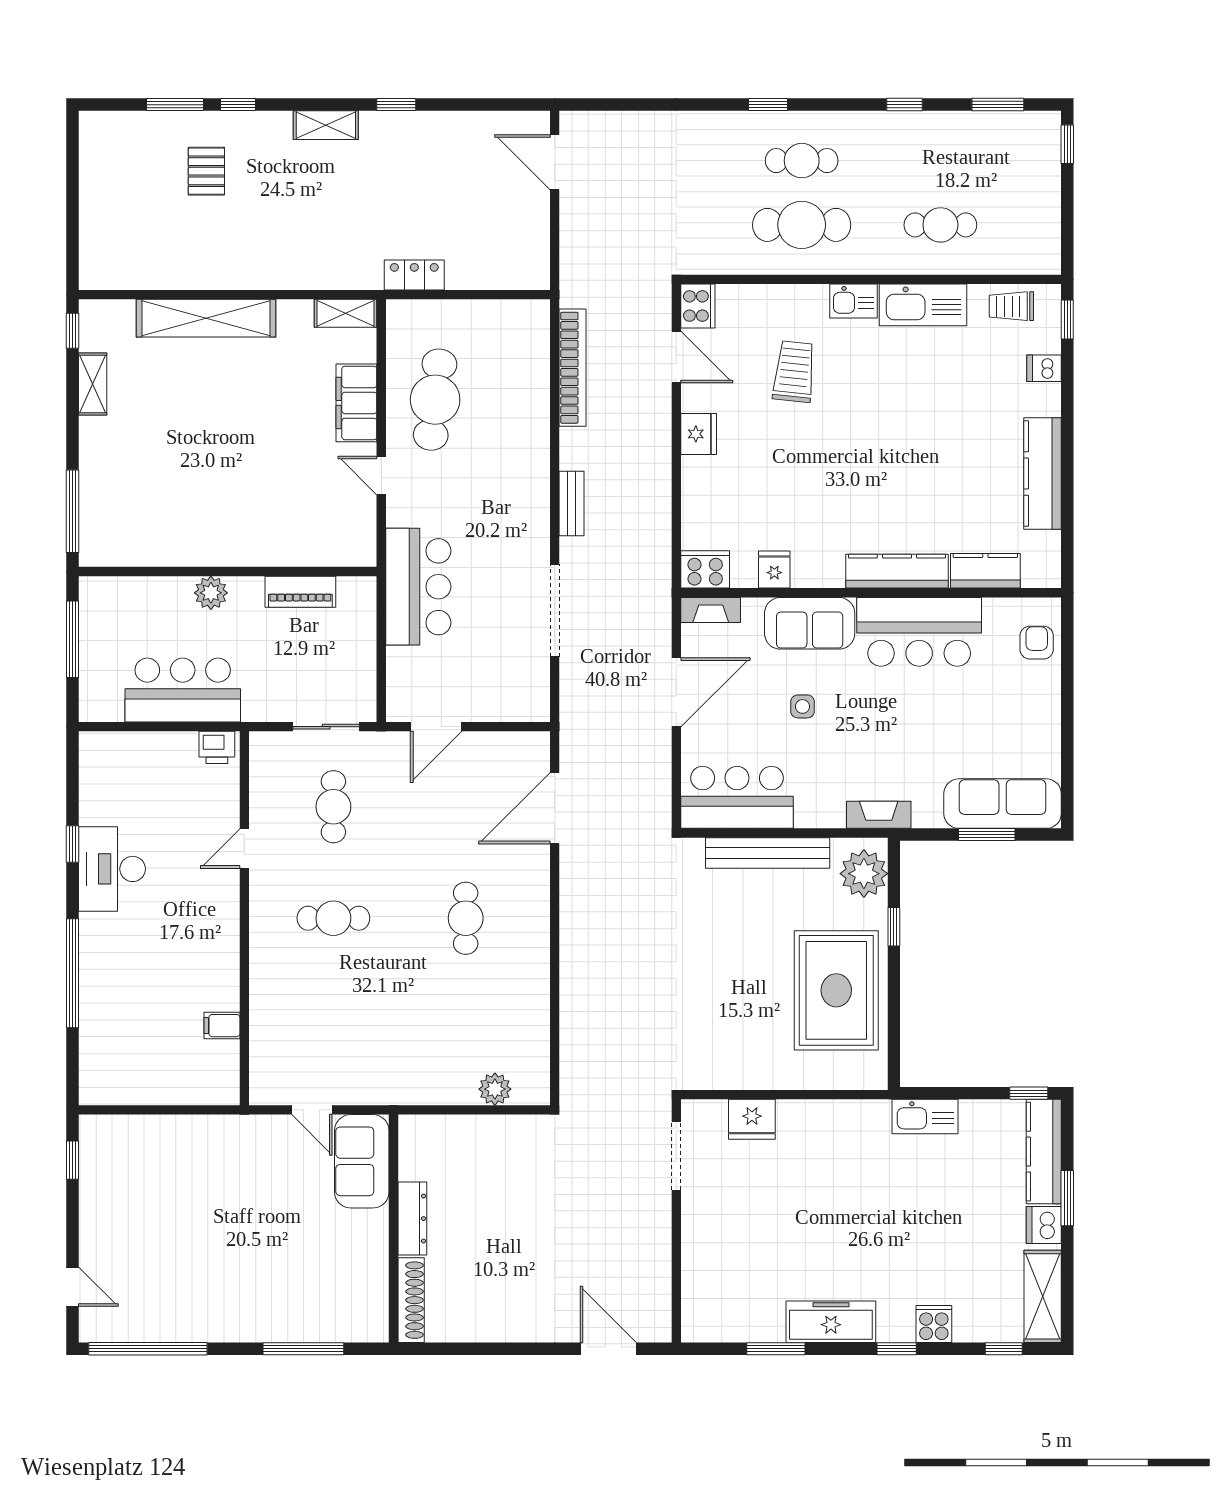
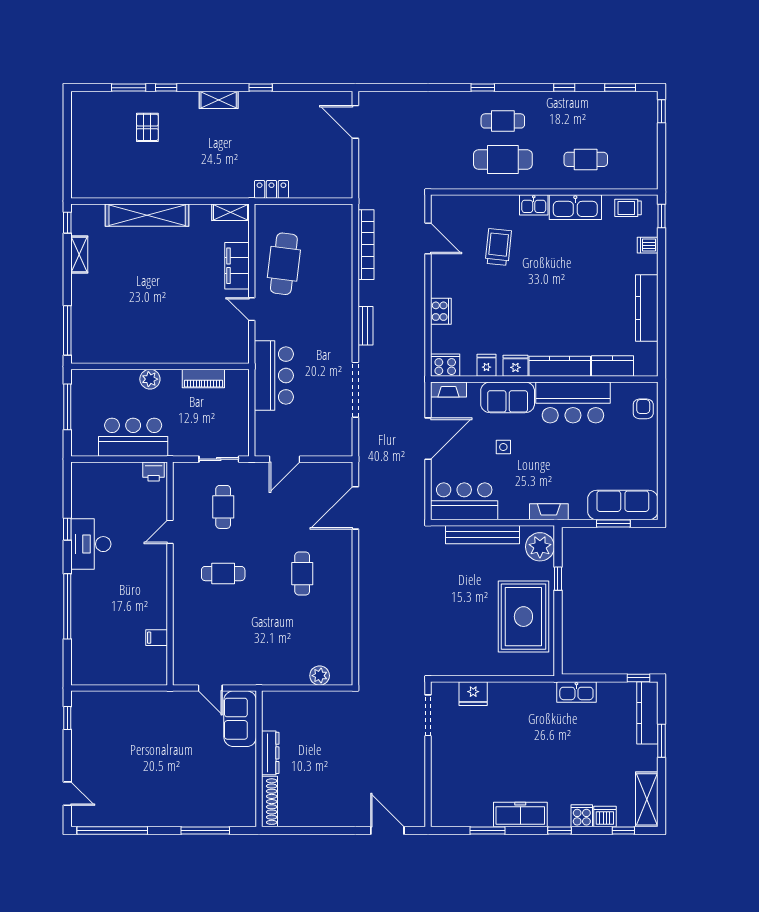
cooker: (698, 306) -> (441, 311), moved
fridge: (699, 434) -> (515, 366), moved, turned -90
dishwasher: (1044, 1225) -> (605, 817), moved, turned 90

